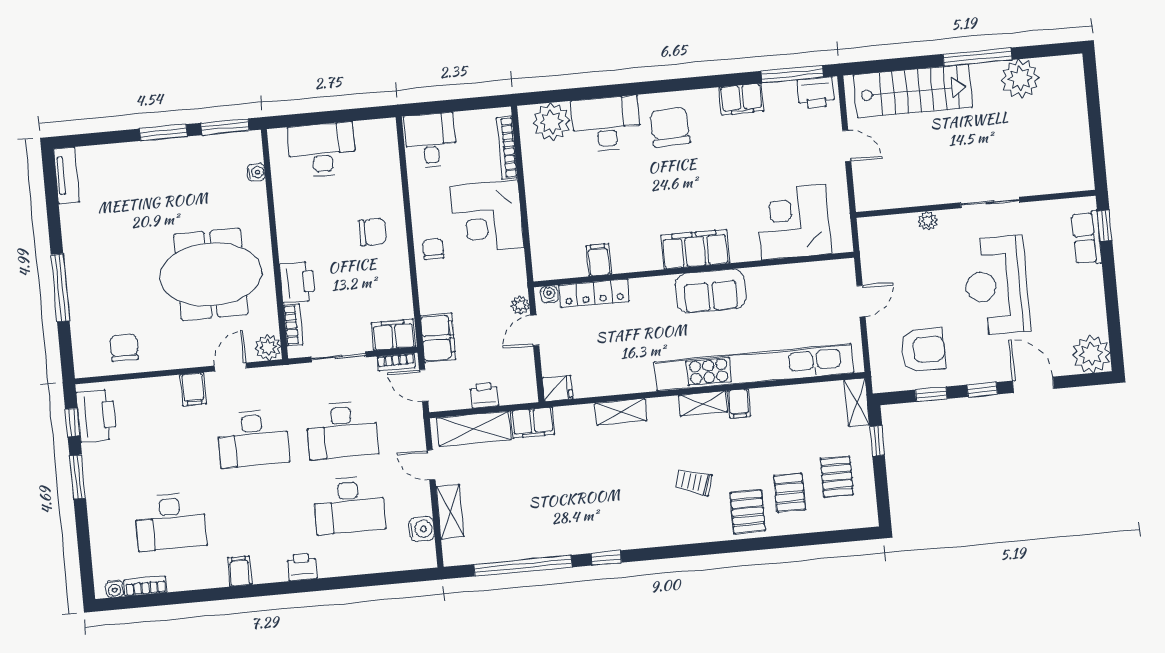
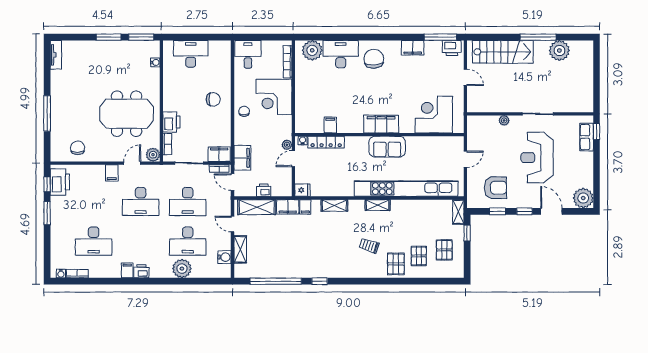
filing cabinet: (739, 404) -> (305, 207), moved
plant: (343, 558) -> (182, 269), added
printer: (302, 567) -> (141, 271), moved

